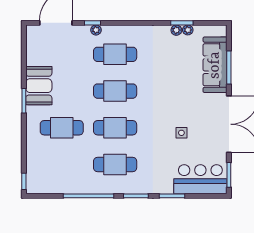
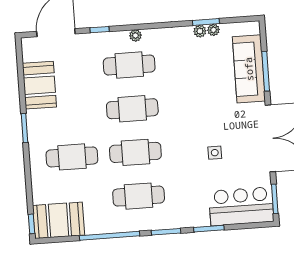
plant: (96, 30) -> (135, 35), moved
booth: (39, 86) -> (39, 85), moved
booth: (47, 180) -> (59, 220), added

